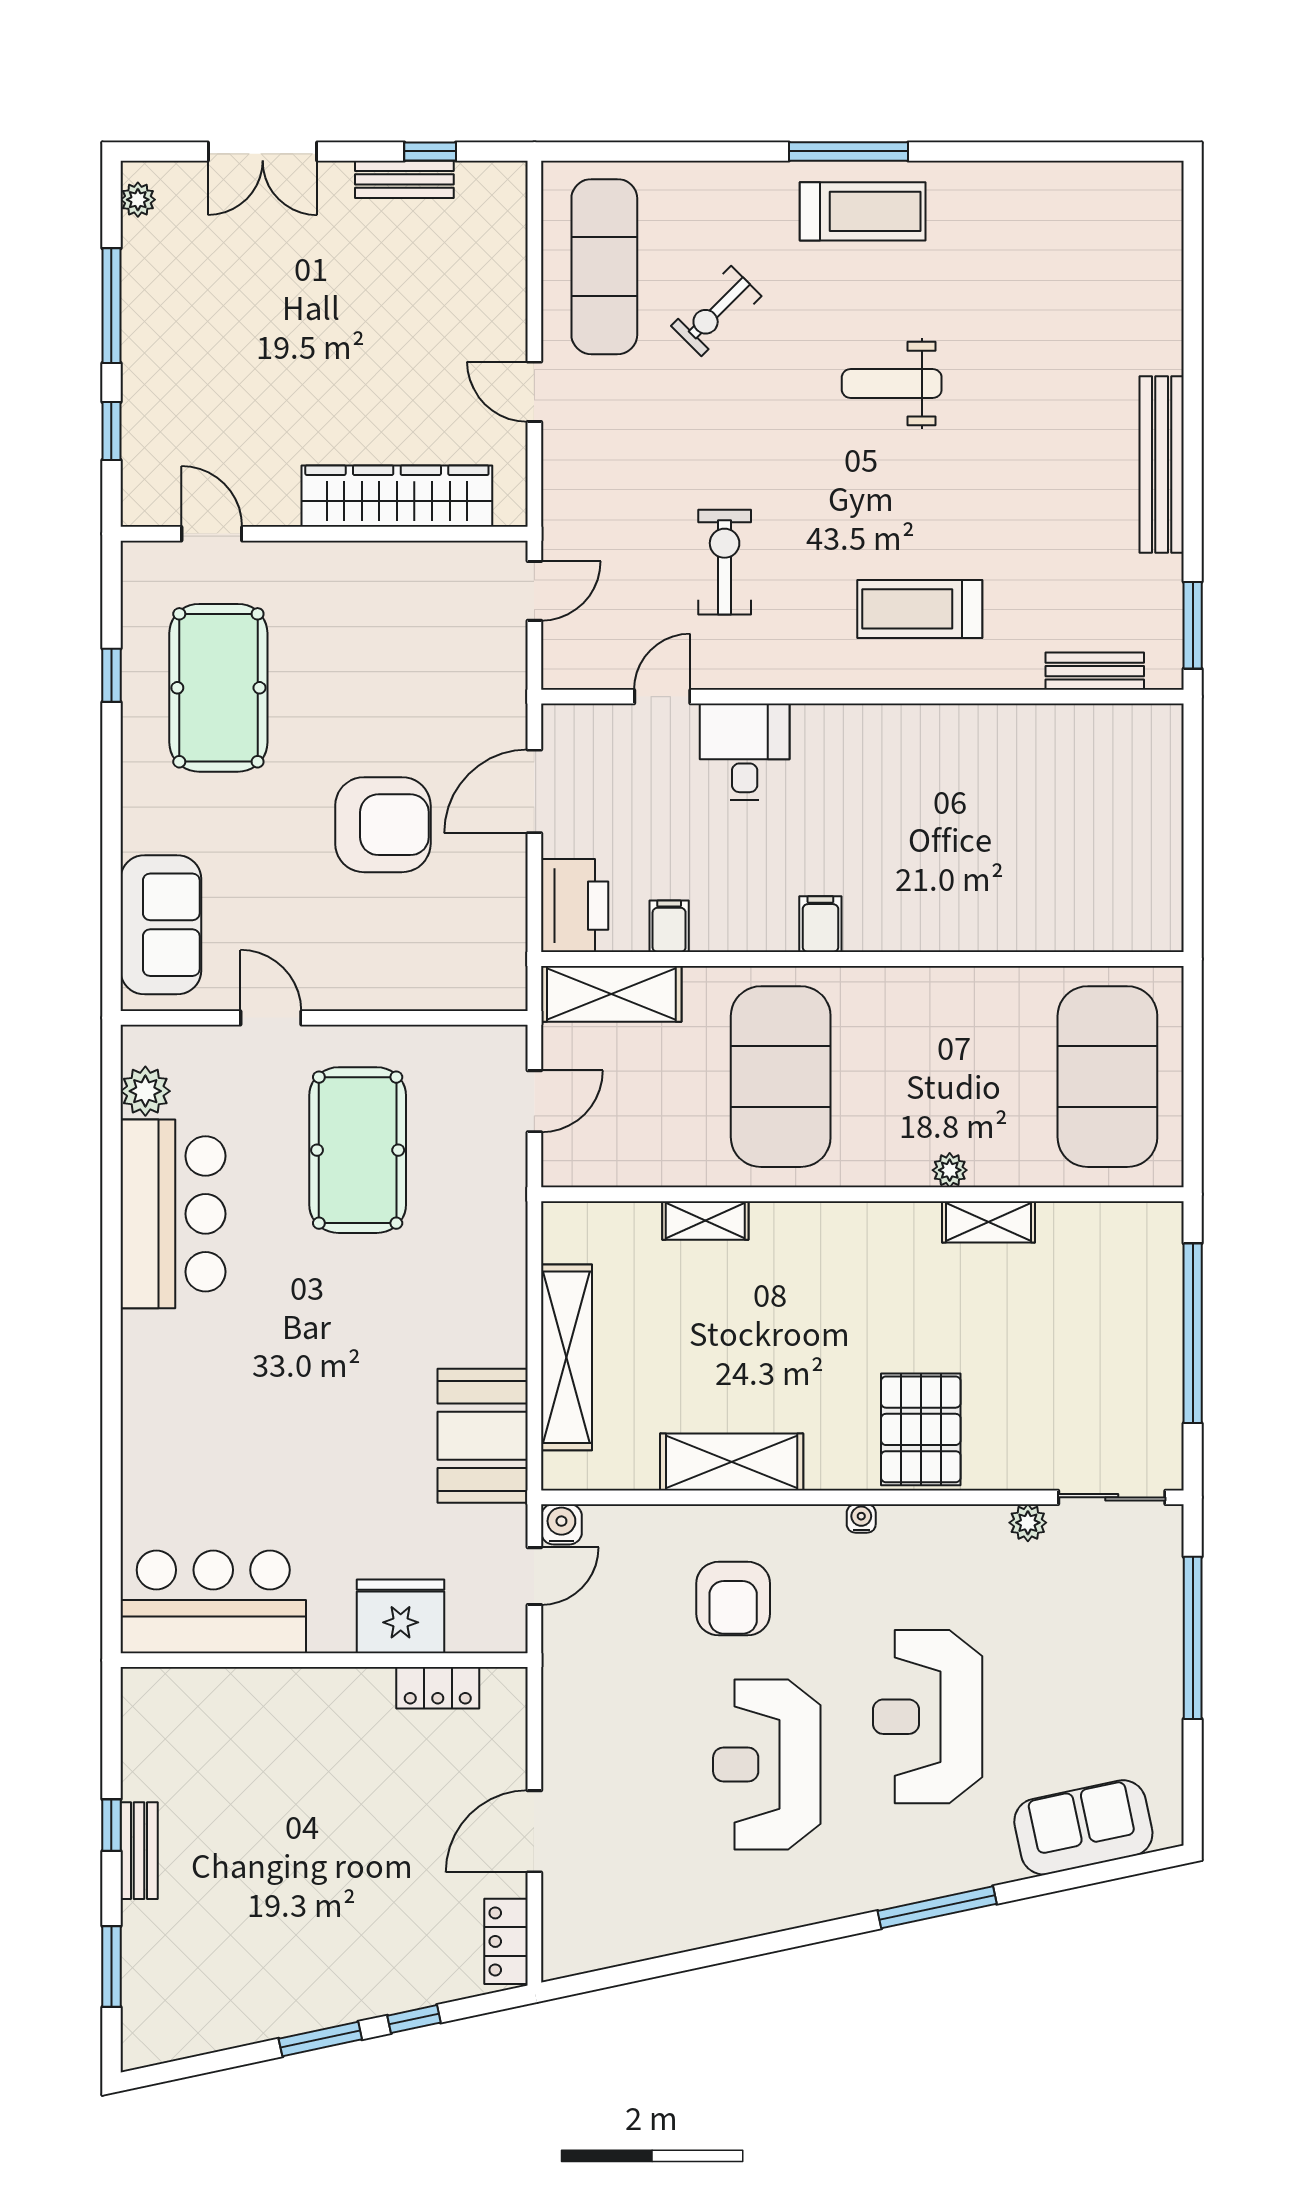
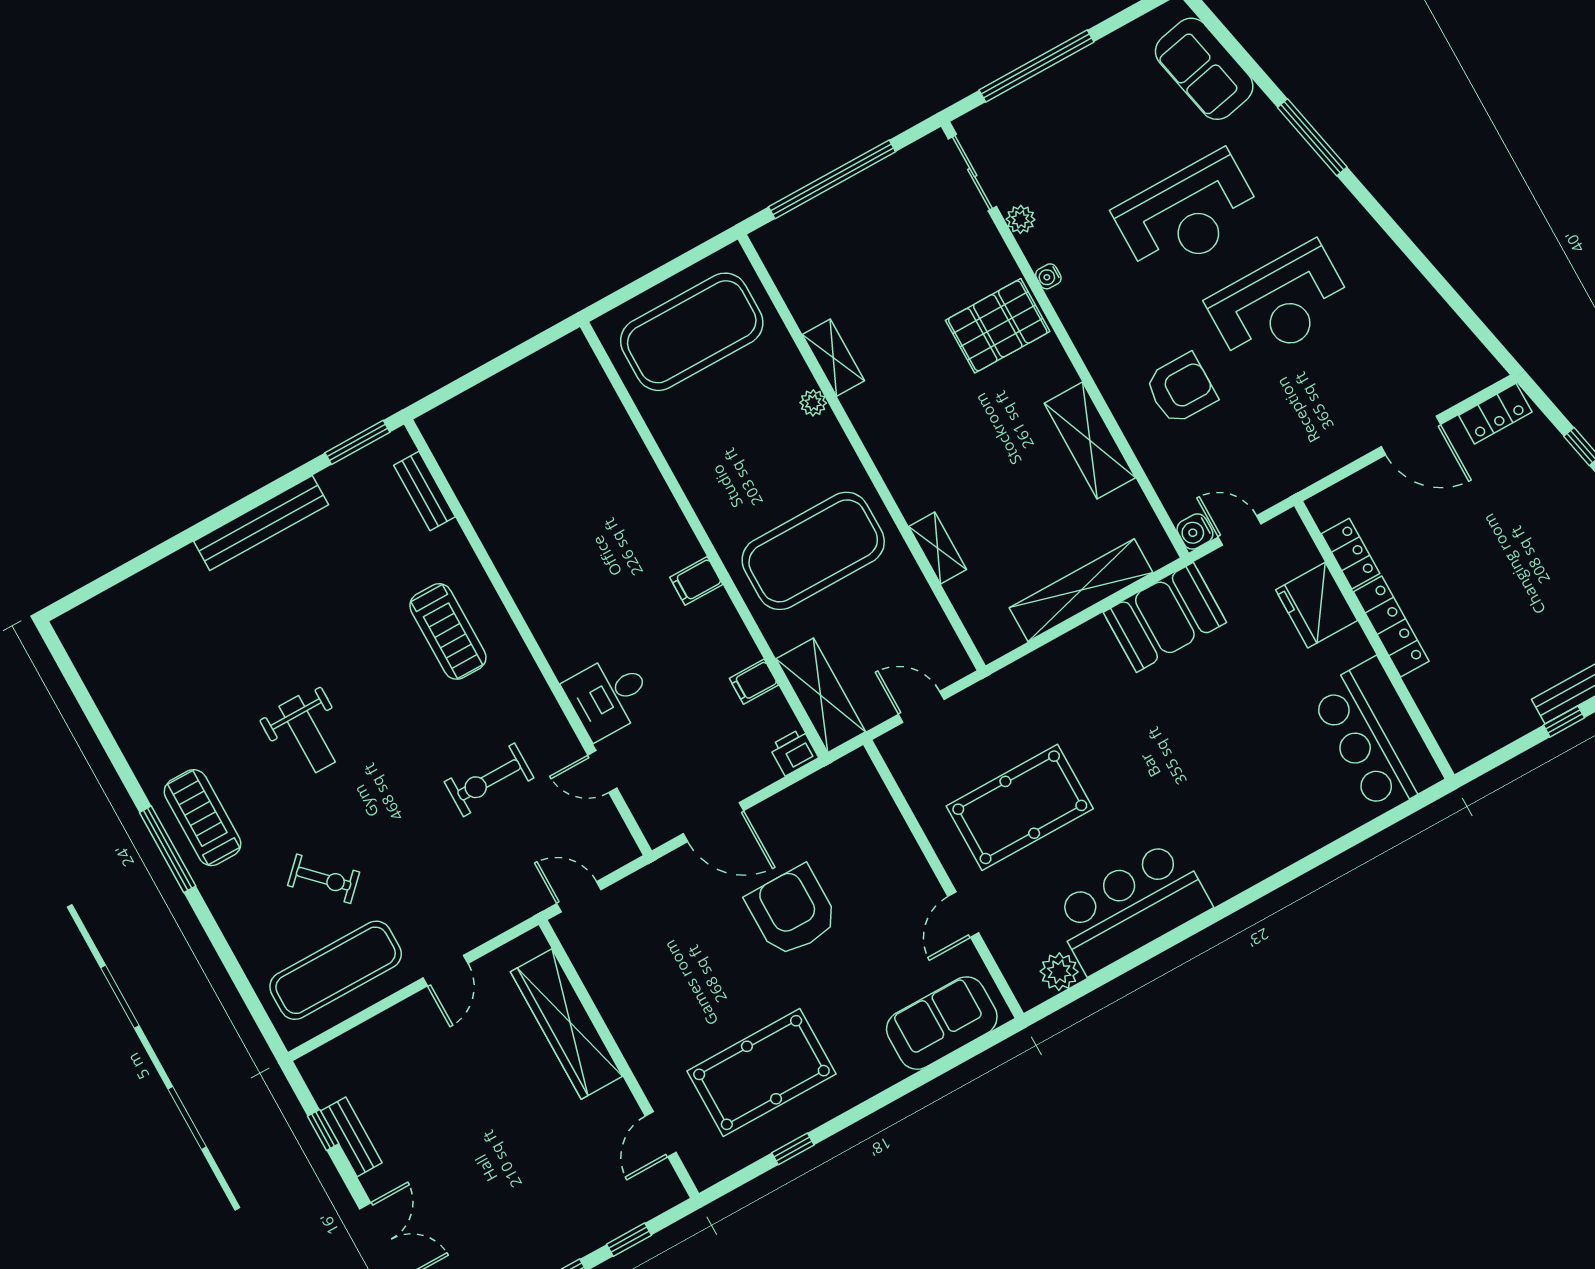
printer: (575, 906) -> (794, 752), width x0.53, depth x0.68
water cooler: (861, 1518) -> (1048, 276), moved
locker: (329, 1688) -> (1391, 626), added

